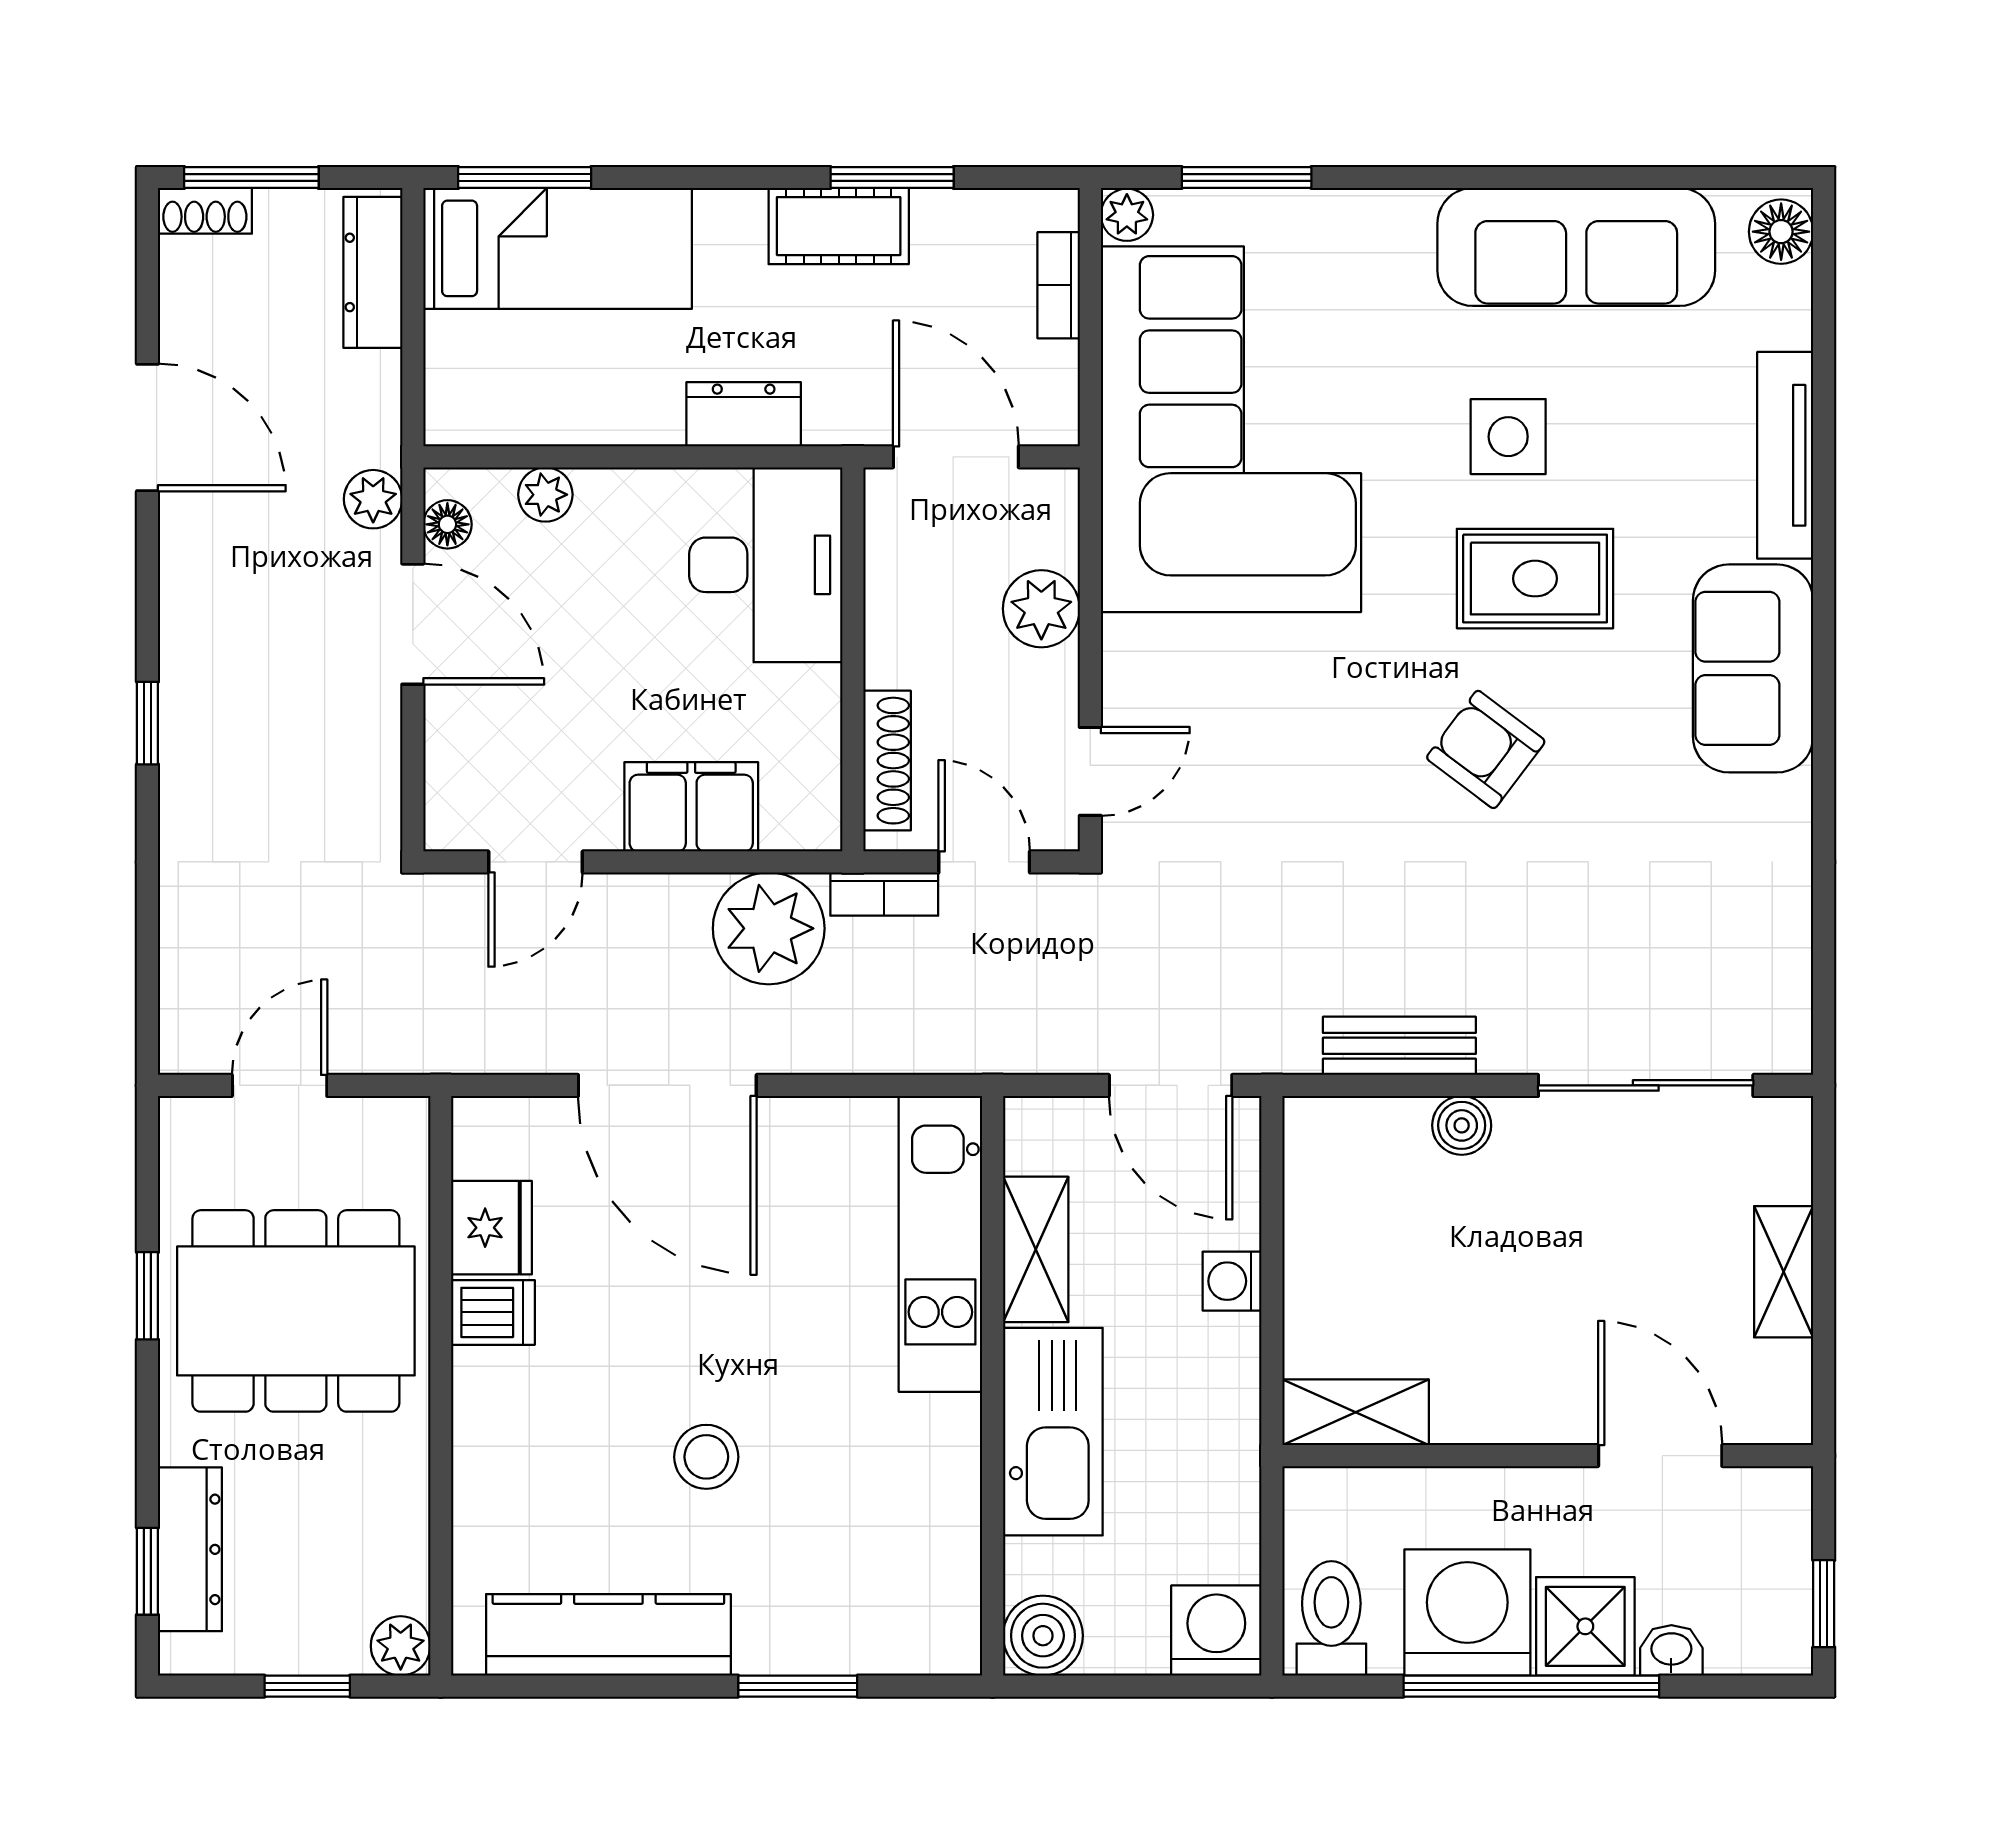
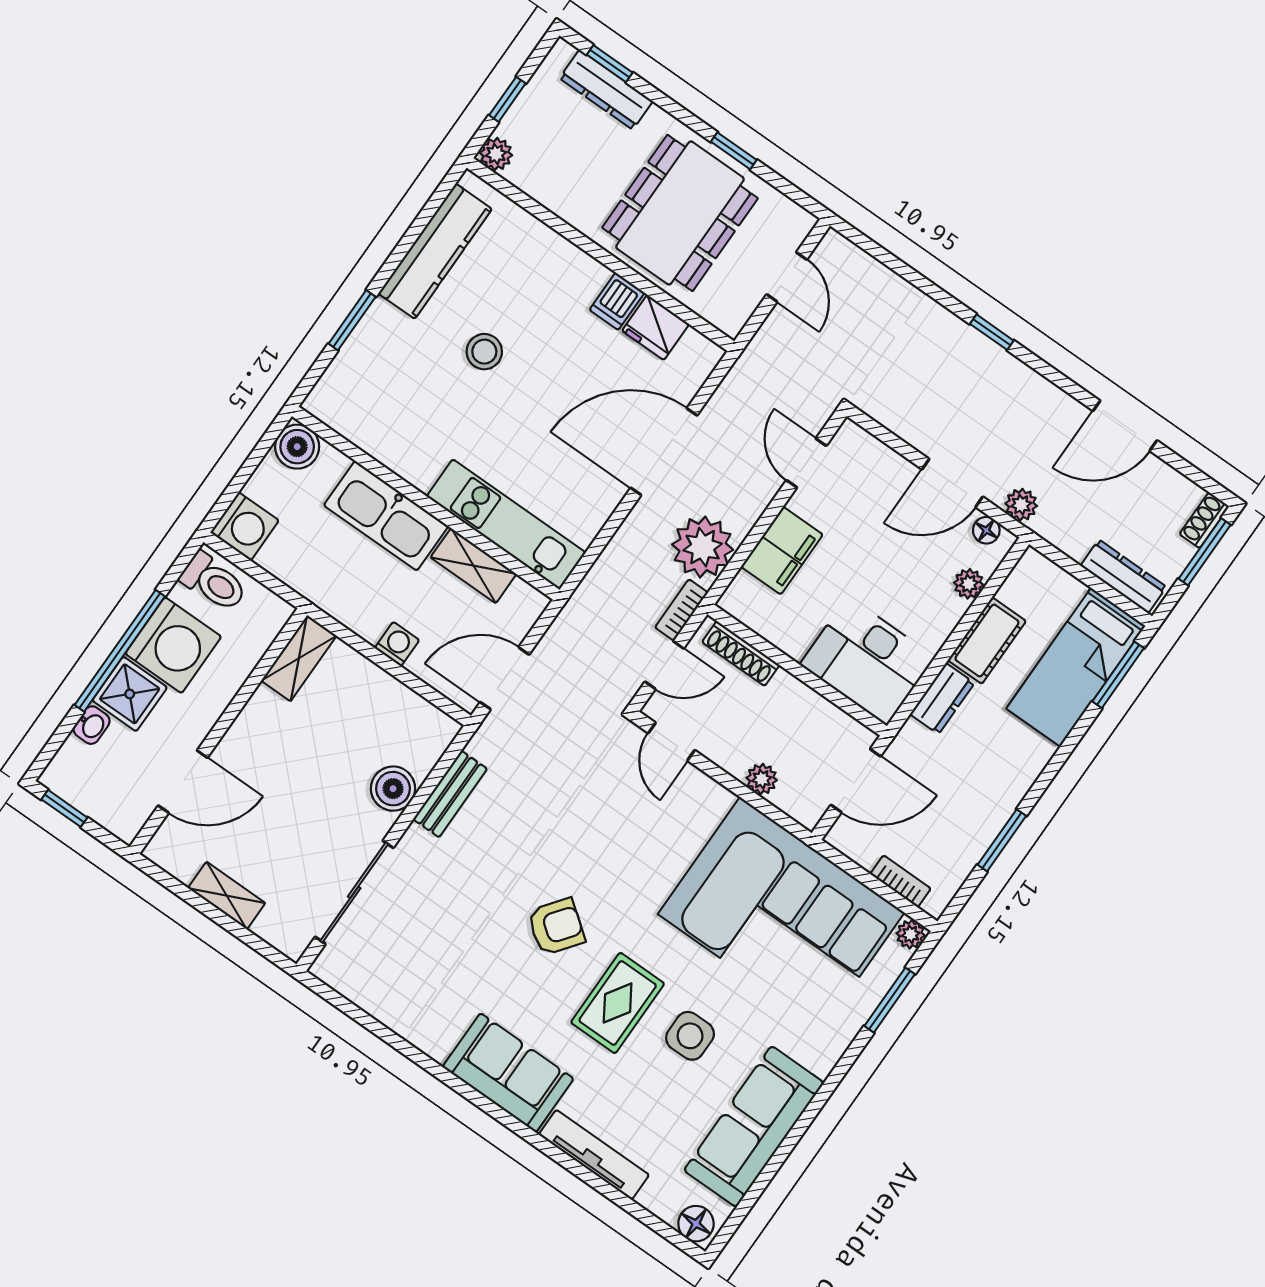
cot: (839, 226) -> (987, 641), moved
plant: (1041, 609) -> (762, 779), width x0.73, depth x0.73
boiler: (1462, 1125) -> (393, 789), width x1.36, depth x1.36

